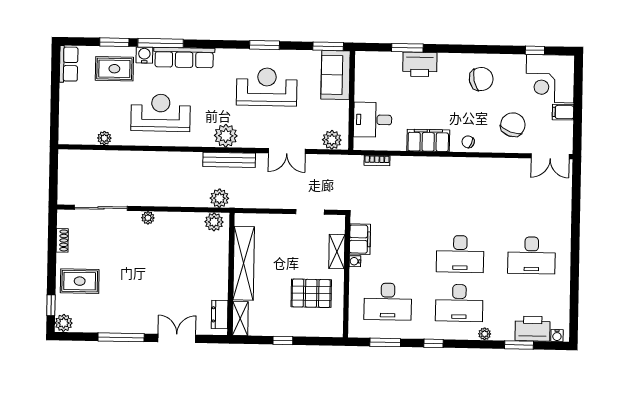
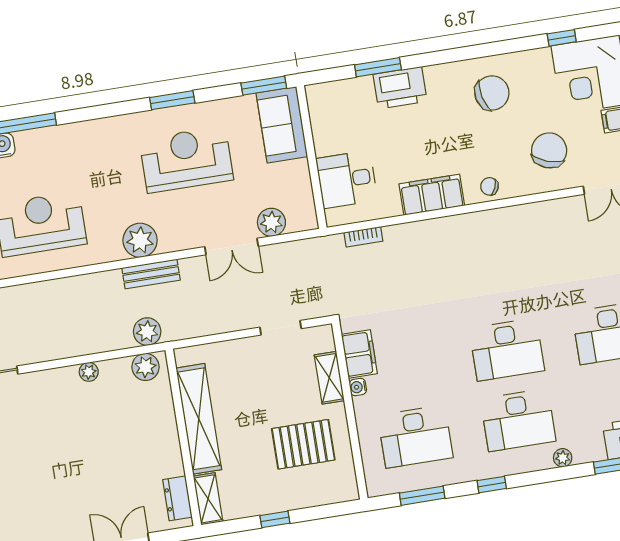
row of seats: (184, 58) -> (60, 139), removed
plant: (332, 140) -> (271, 222), moved
bench: (229, 160) -> (151, 274), width x0.73
plant: (148, 218) -> (89, 372), moved

